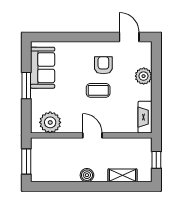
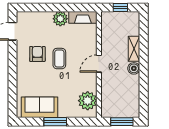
armchair: (103, 65) -> (37, 54), turned 90
plant: (144, 76) -> (60, 19), moved
shelving: (122, 175) -> (134, 49), moved

